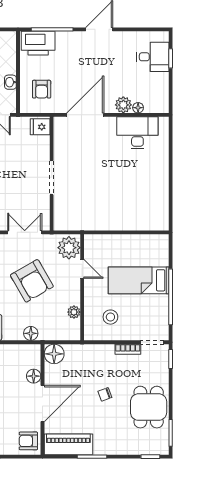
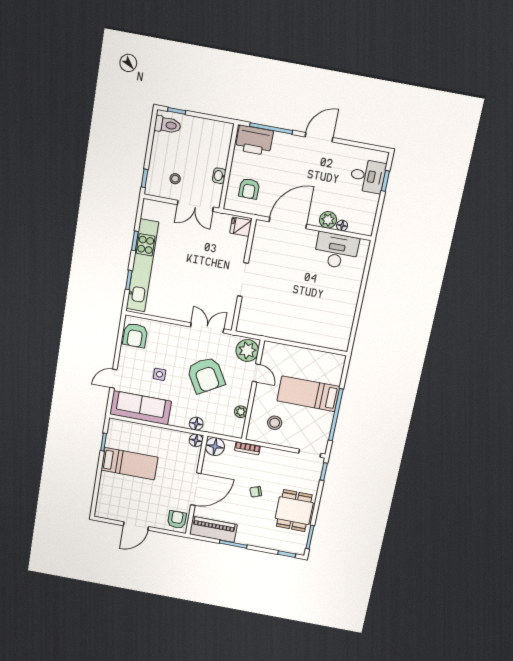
bookcase: (128, 349) -> (247, 448), moved
floor lamp: (34, 376) -> (196, 440), moved
armchair: (28, 441) -> (177, 520), turned 90

